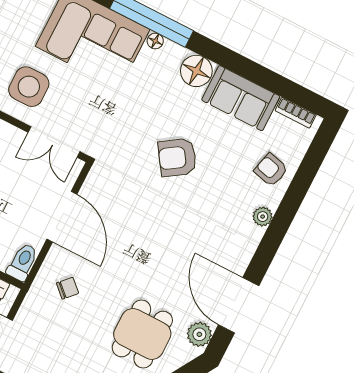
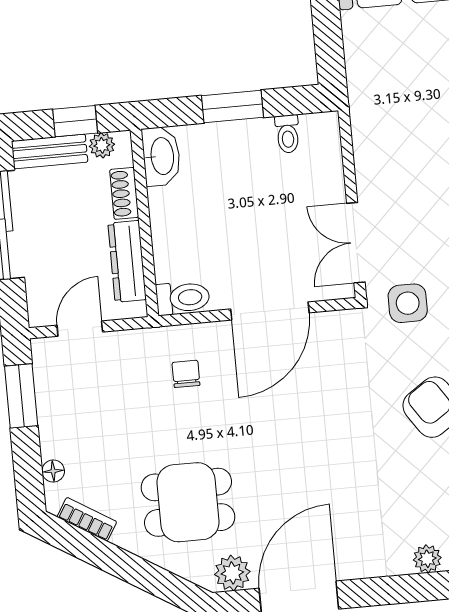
side table: (29, 87) -> (408, 303), moved, width x0.73, depth x0.73
chair: (67, 288) -> (186, 374), turned -133

